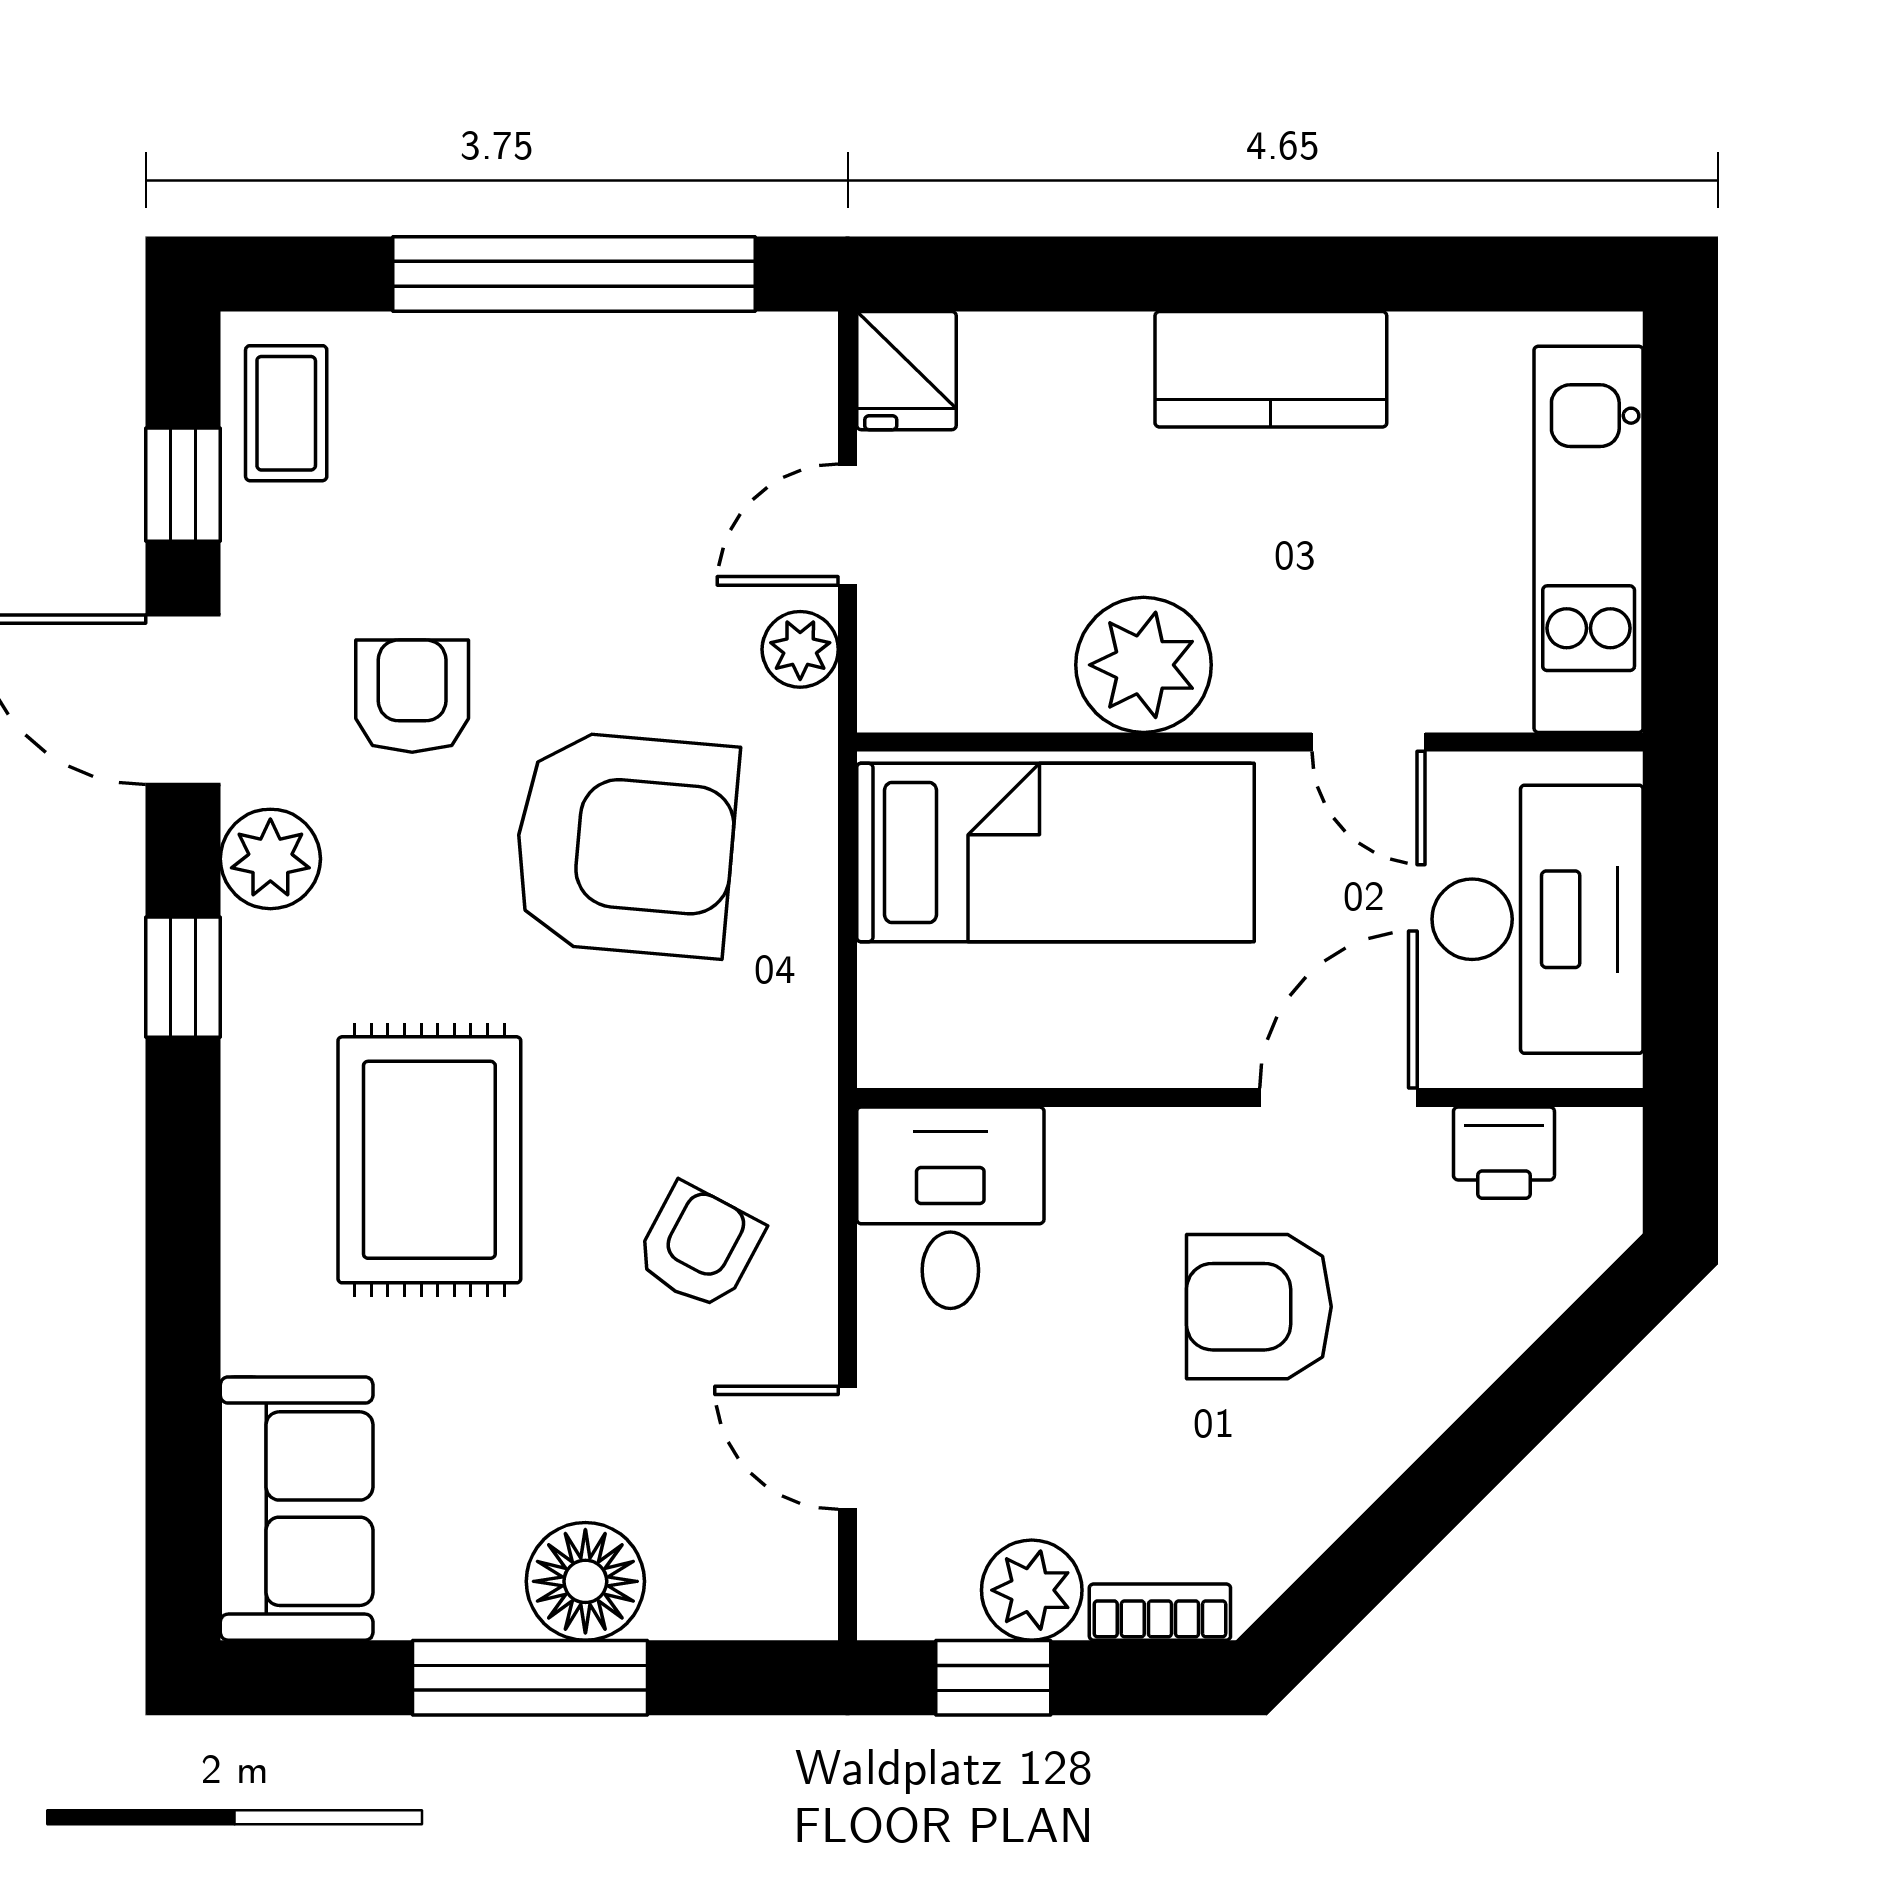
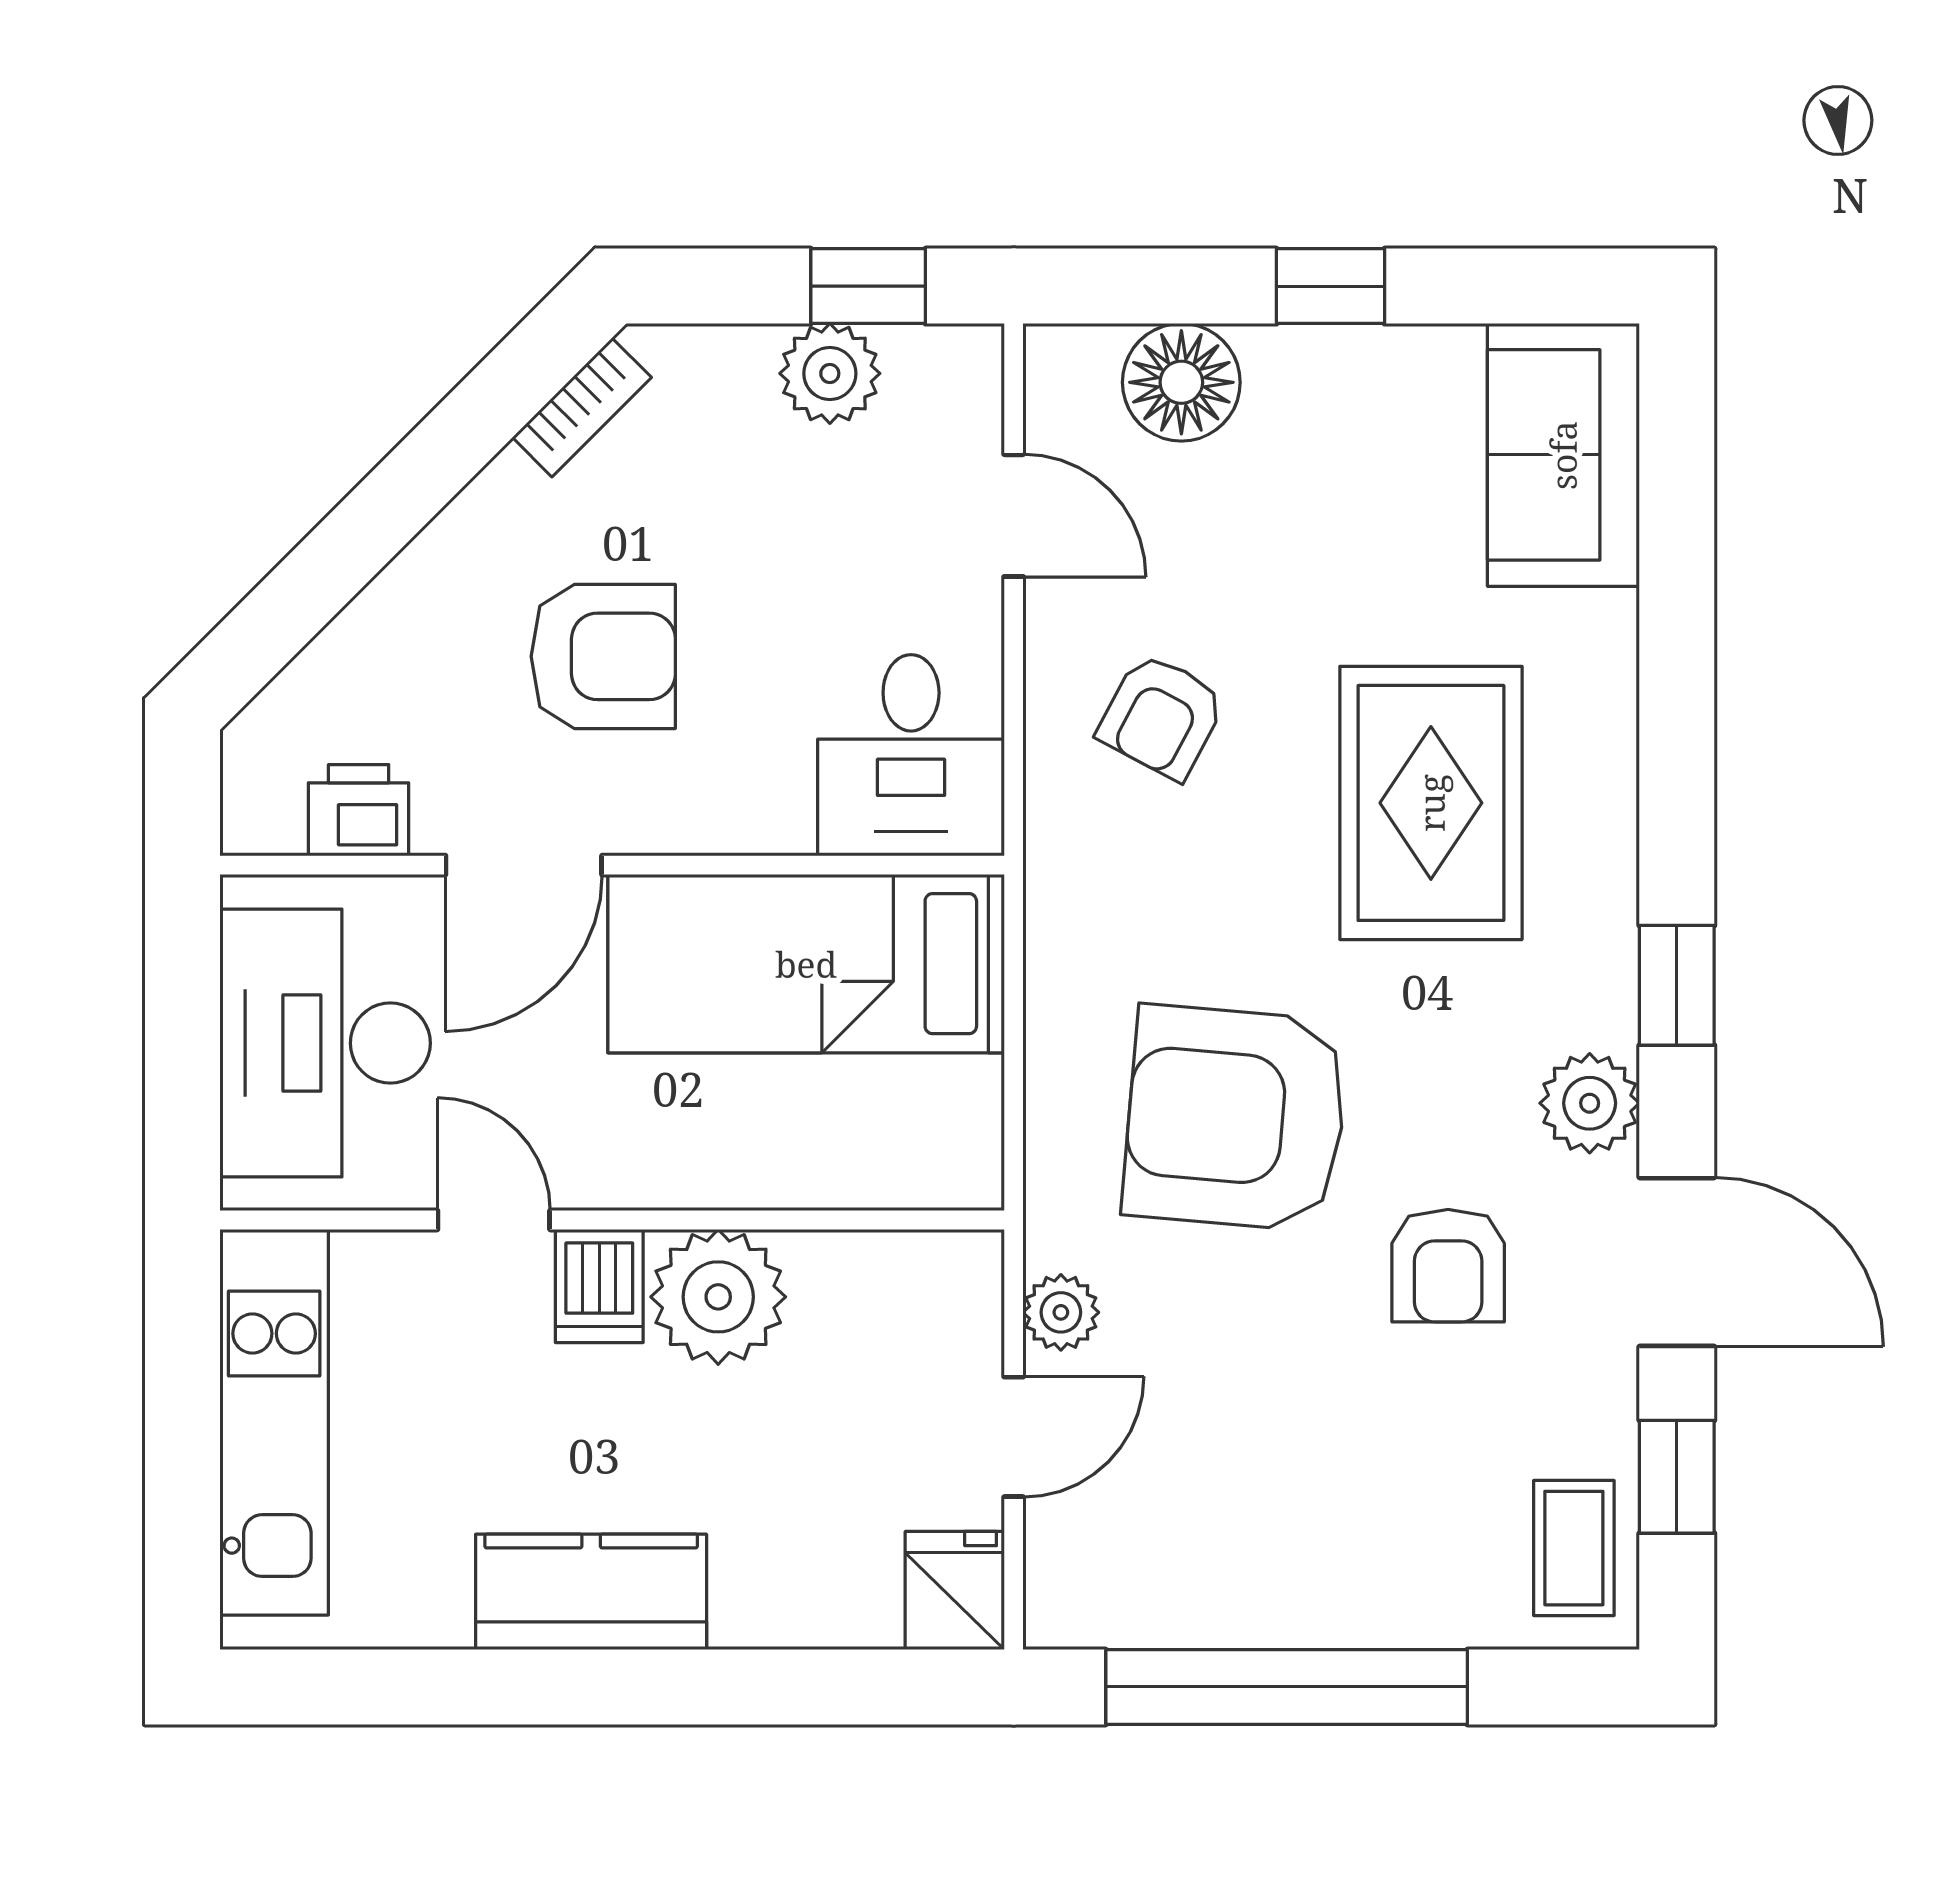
dishwasher: (1263, 676) -> (599, 1286), added
bed: (1056, 853) -> (806, 964), moved
floor lamp: (585, 1581) -> (1181, 382), moved
bookcase: (1160, 1612) -> (582, 407), moved, turned -45
window: (530, 1678) -> (1331, 286), width x0.46

